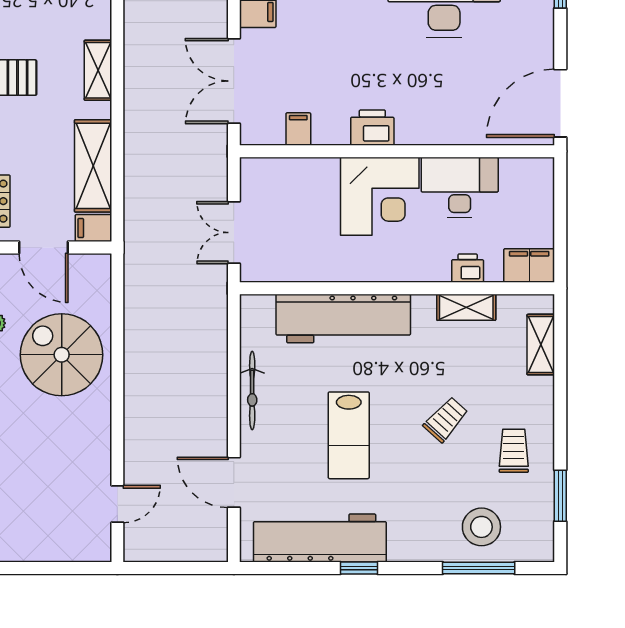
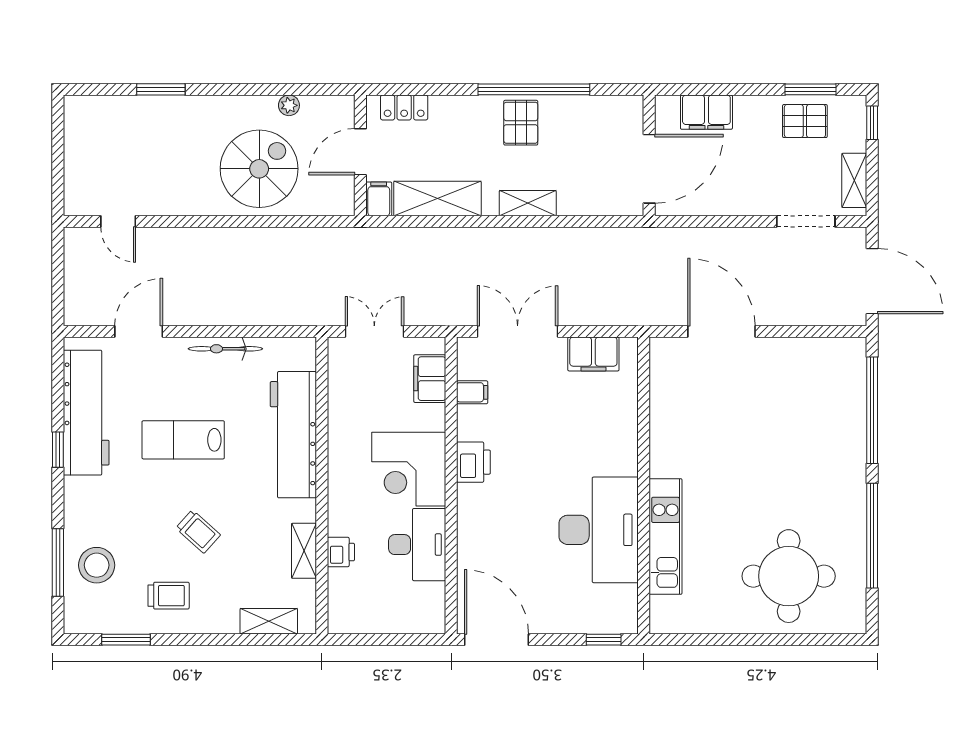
filing cabinet: (529, 266) -> (430, 379), moved, turned 180

